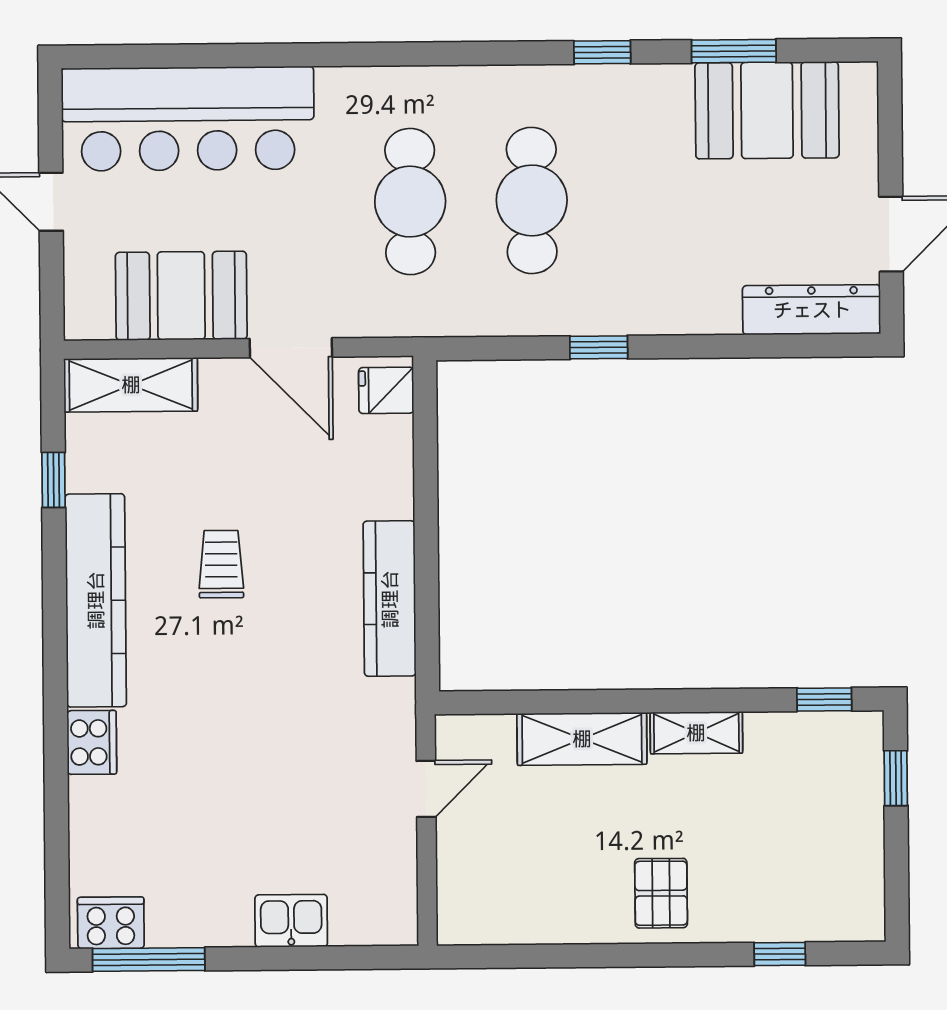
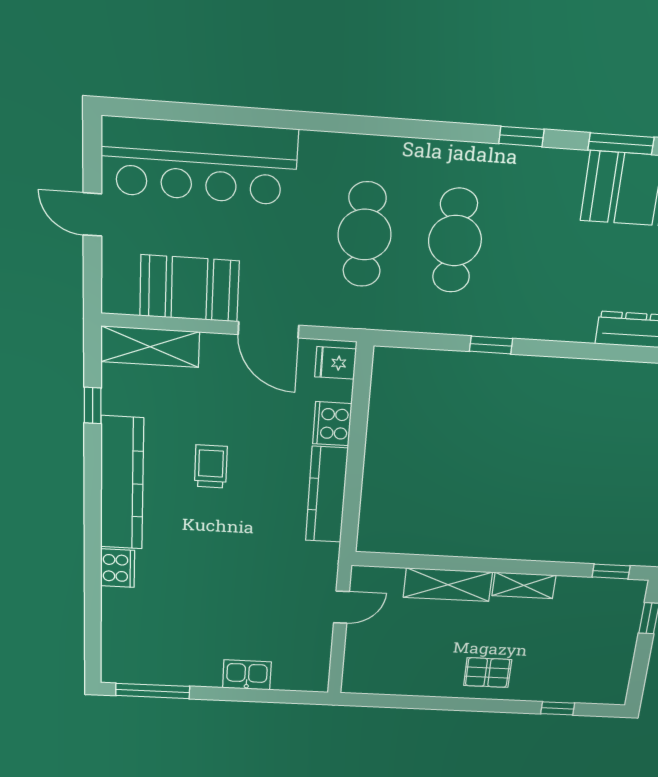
pallet: (661, 893) -> (488, 673), turned 90
cooker: (111, 923) -> (332, 424), moved, turned -90

